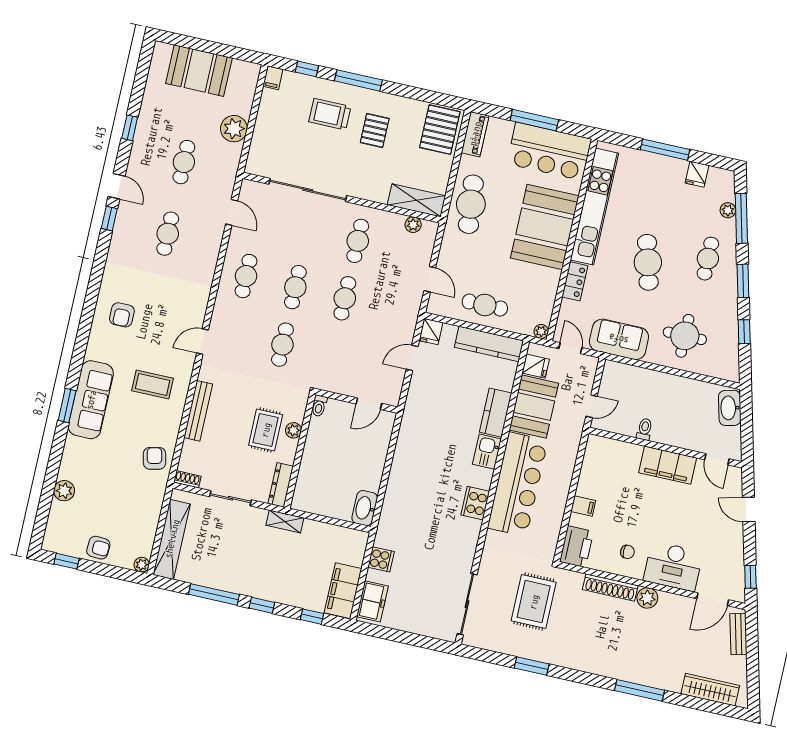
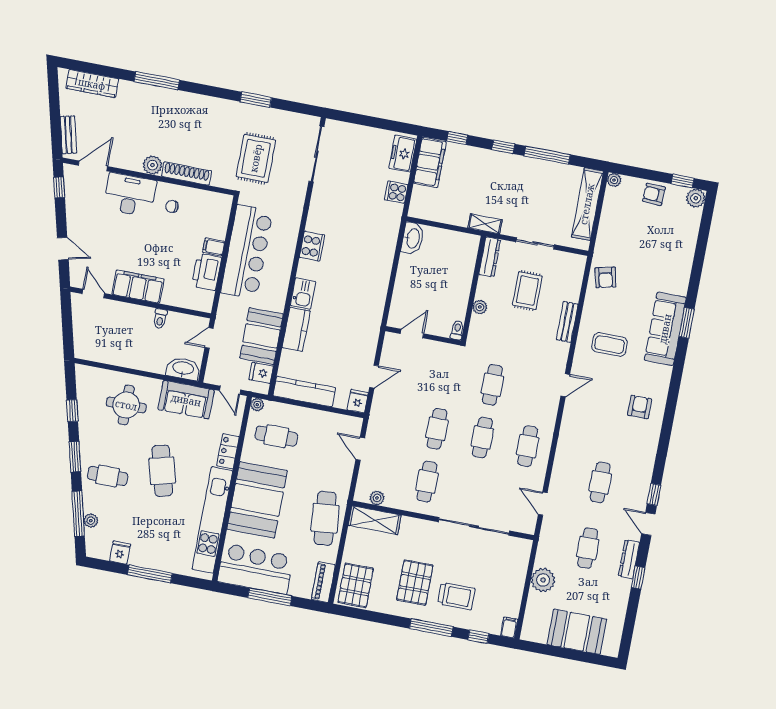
pallet: (375, 130) -> (415, 583), width x1.50, depth x1.42
dresser: (139, 148) -> (629, 559), added
cafe table: (708, 259) -> (108, 476), turned 90
cafe table: (485, 305) -> (276, 436), moved
washbasin: (730, 408) -> (183, 369), moved, turned -76
bench: (198, 411) -> (567, 322), width x0.73
rug: (266, 430) -> (527, 291), moved
shoe rack: (187, 479) -> (575, 259), removed
bar counter: (518, 484) -> (247, 252), moved, turned 180
plant: (64, 491) -> (696, 198), moved
printer: (577, 547) -> (207, 272), moved

